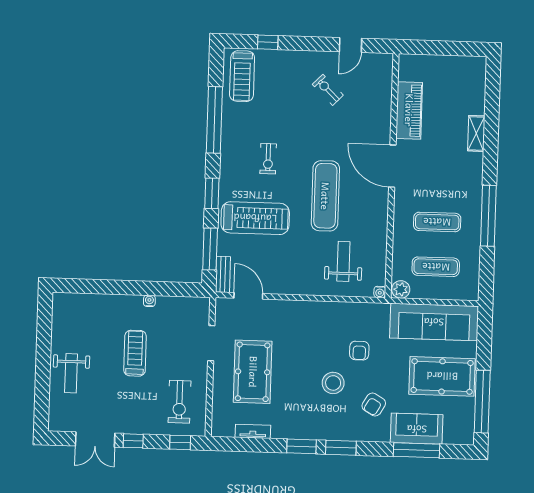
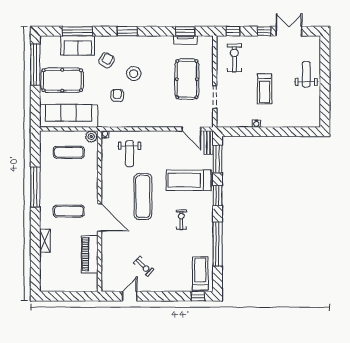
window: (268, 42) -> (198, 296), moved
exercise mat: (437, 222) -> (69, 211), moved
window: (301, 446) -> (185, 31), moved

